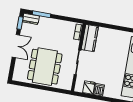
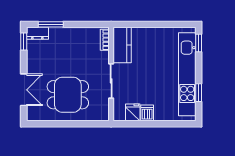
double door: (16, 46) -> (24, 90), moved
dining table: (45, 67) -> (68, 95), width x0.73

